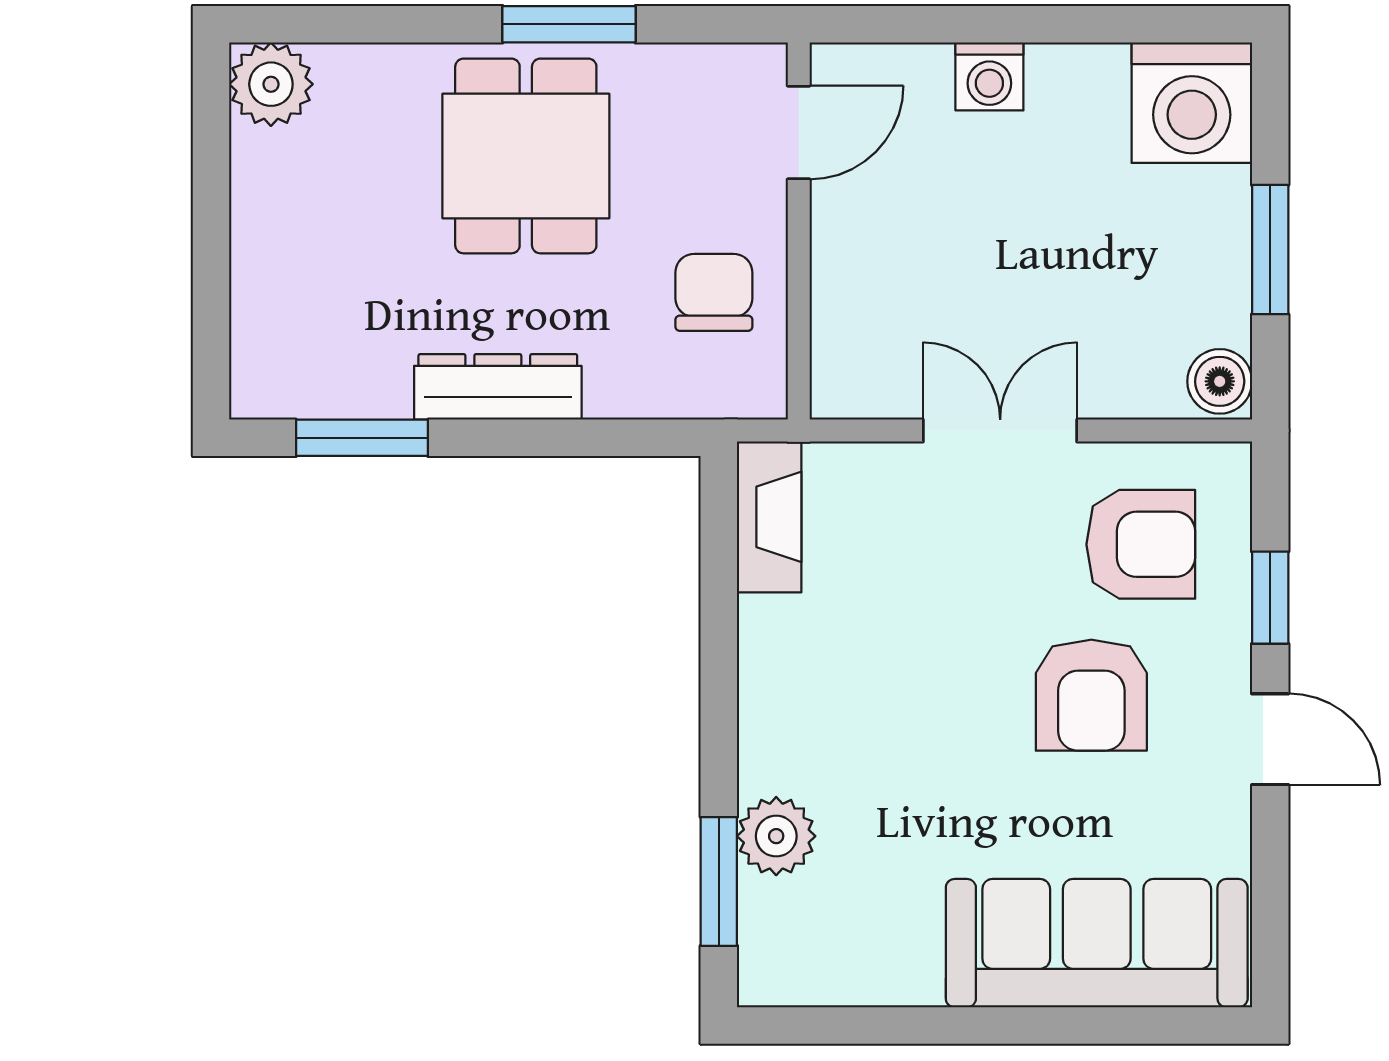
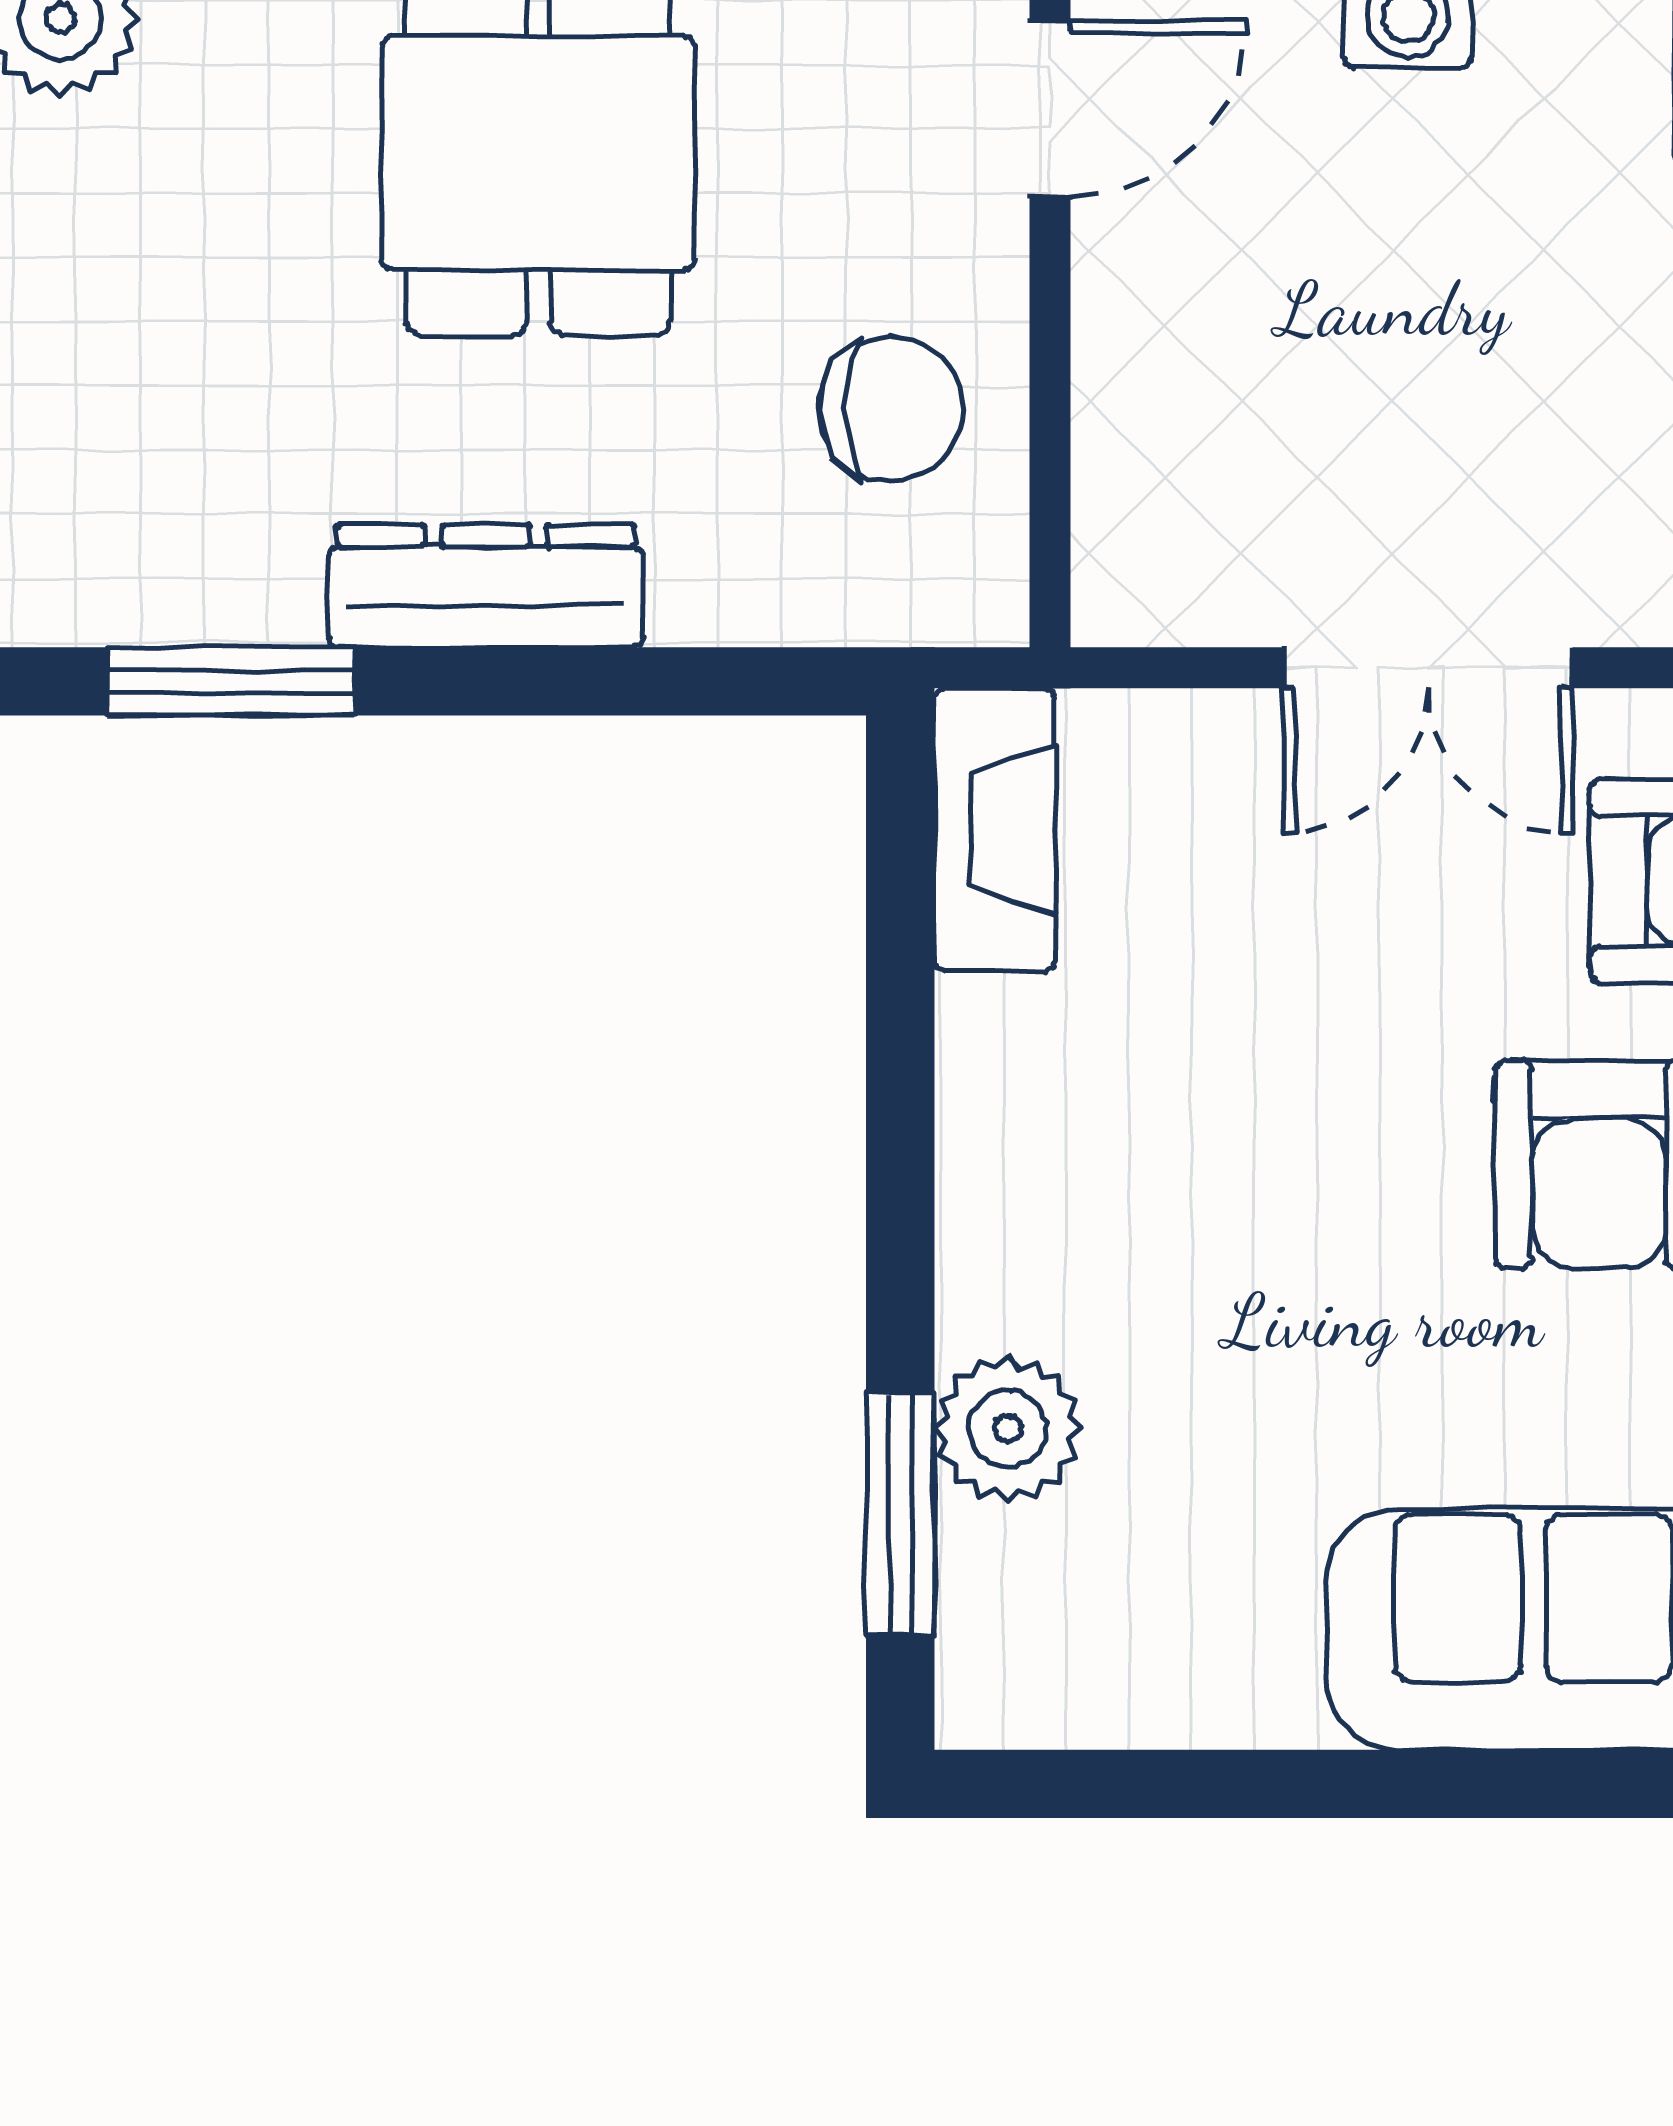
chair: (714, 292) -> (891, 409), turned 90
double door: (1000, 431) -> (1428, 668), swing flipped

